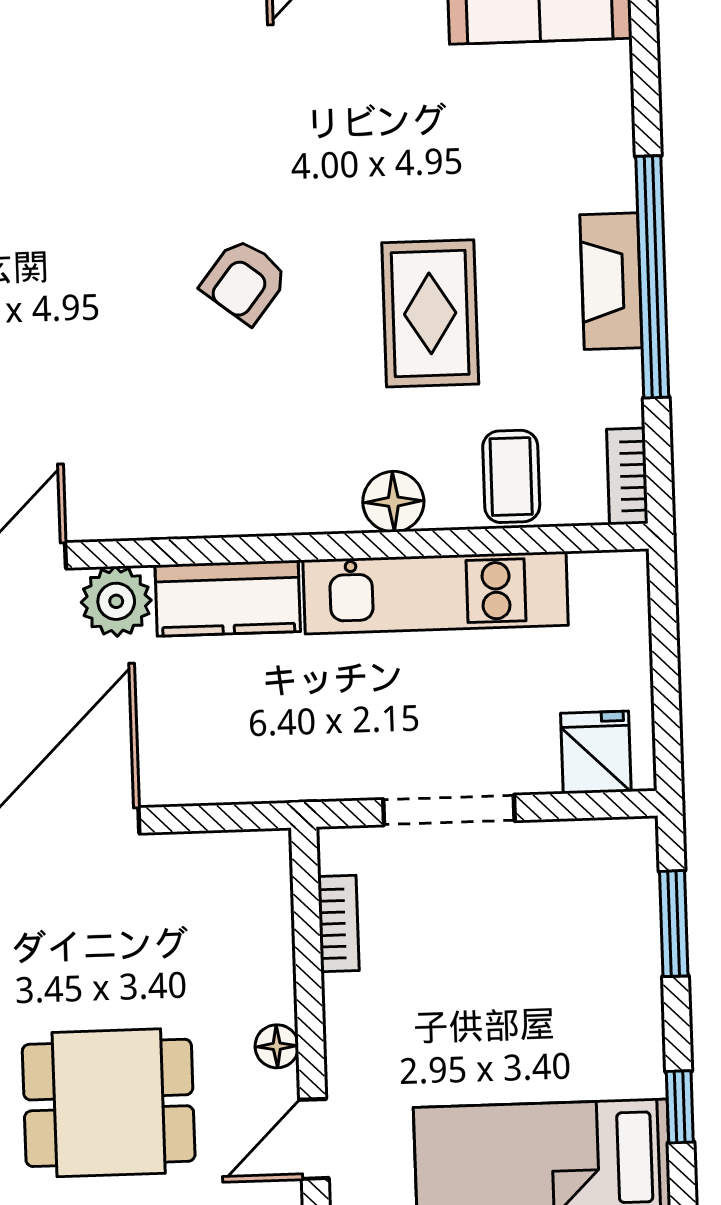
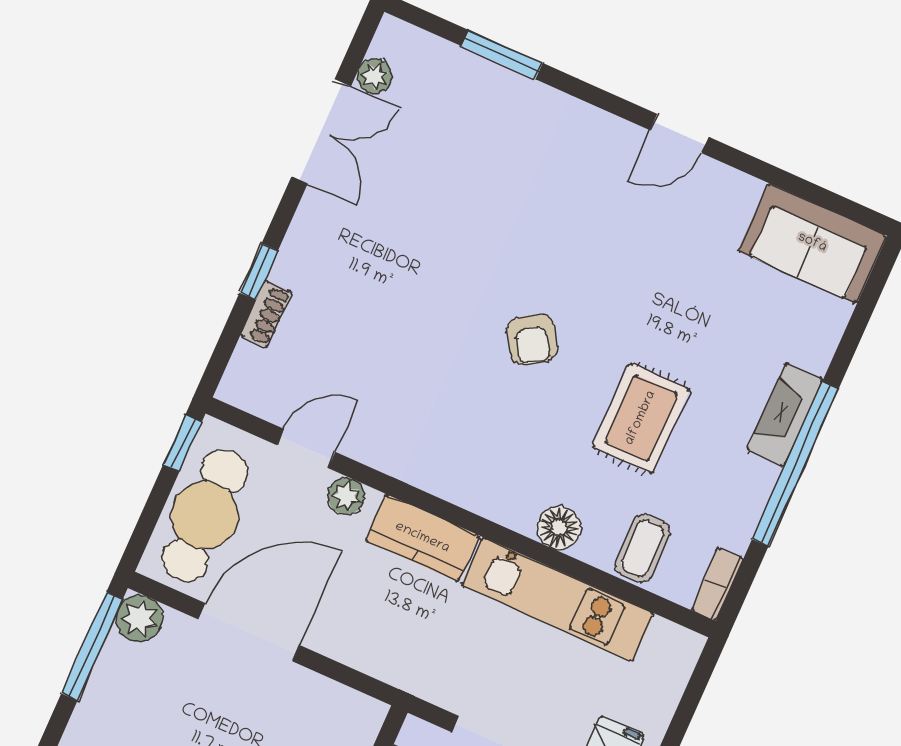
armchair: (245, 281) -> (532, 339), turned -70
fireplace: (611, 281) -> (785, 415), moved
plant: (116, 601) -> (346, 496), width x0.73, depth x0.73

